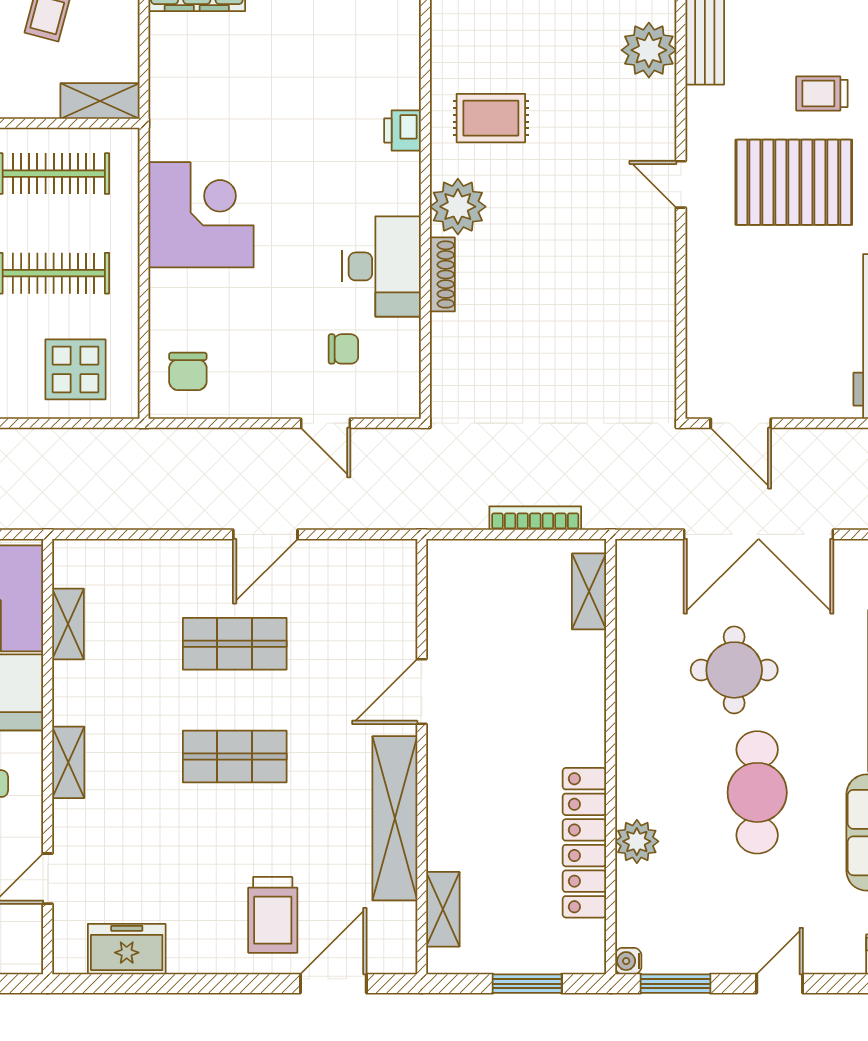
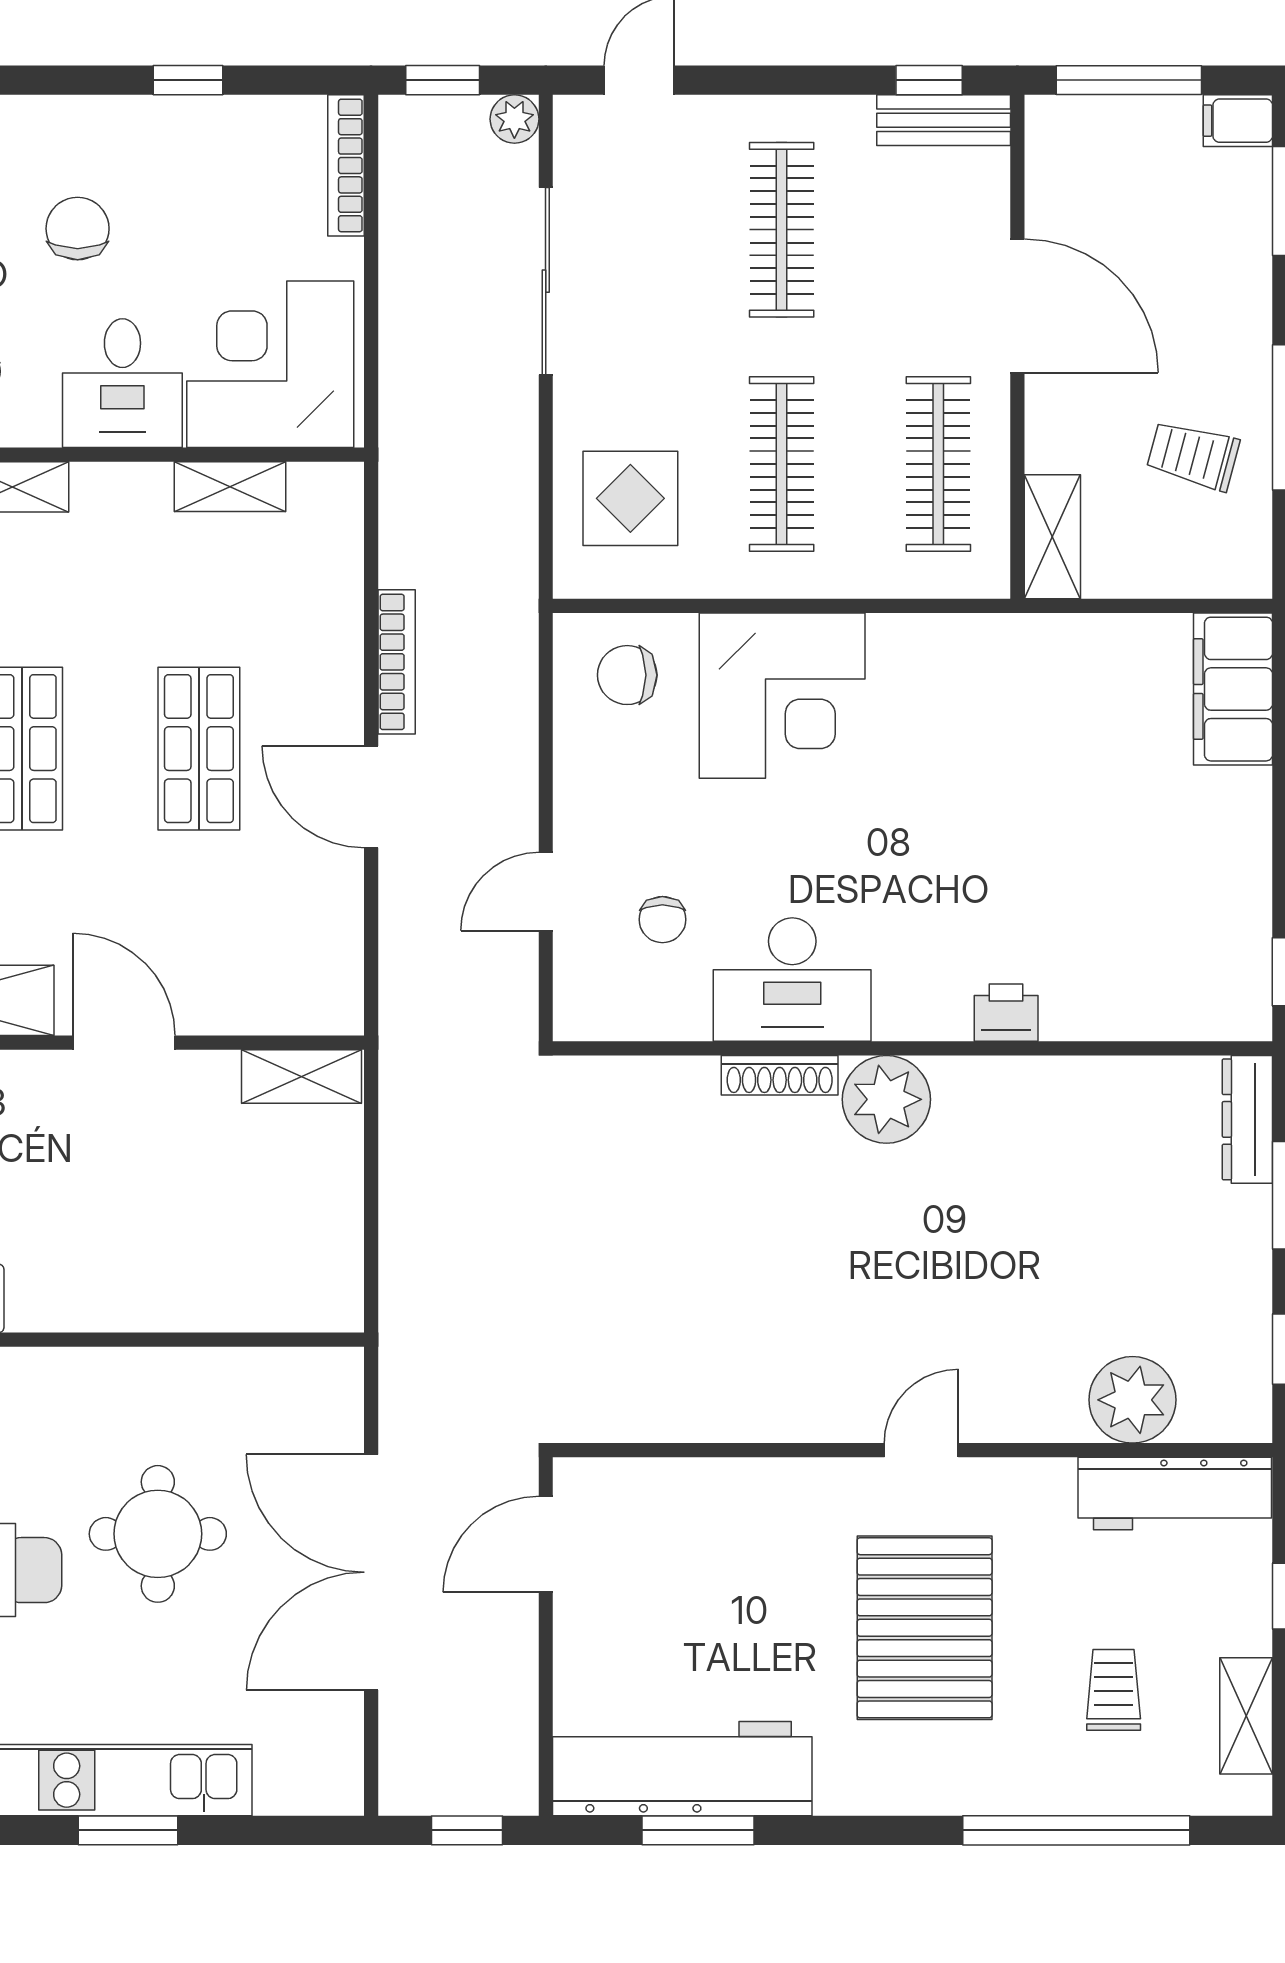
trolley: (822, 93) -> (1114, 1690), moved
rug: (491, 118) -> (1025, 1151), removed
corner desk: (201, 215) -> (782, 696), moved
bookcase: (535, 518) -> (397, 662), moved
shelving: (589, 591) -> (301, 1077), moved

